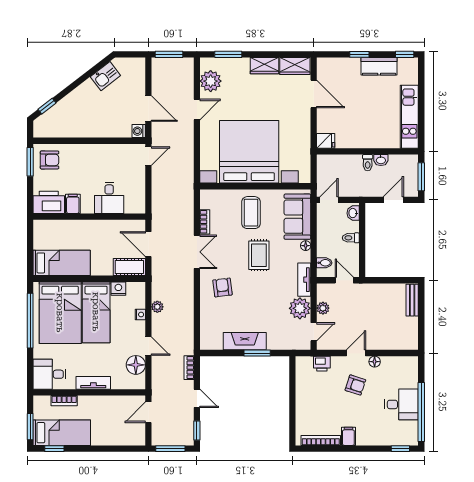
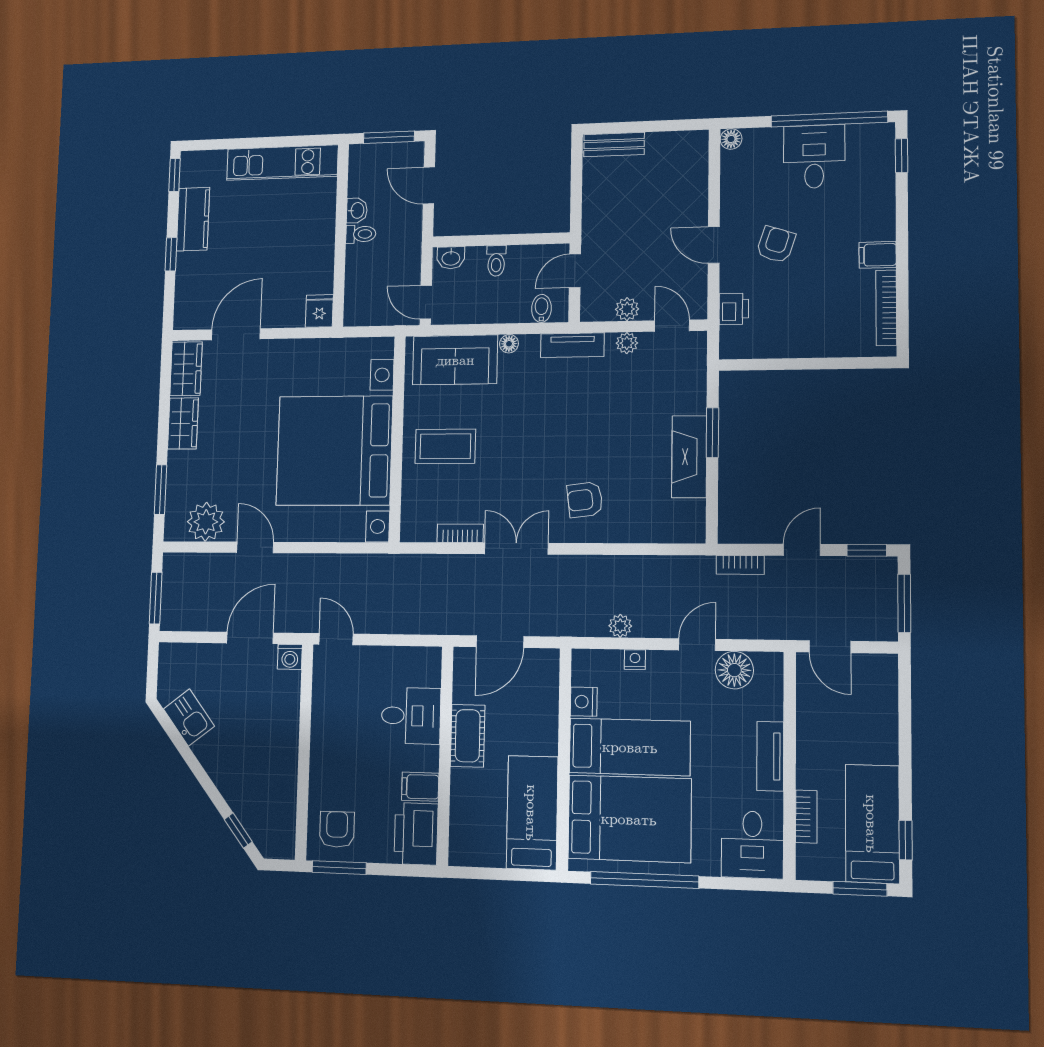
rug: (259, 255) -> (525, 431), removed
cot: (129, 267) -> (468, 736), moved
plant: (300, 308) -> (627, 343), width x0.53, depth x0.53
floor lamp: (375, 362) -> (731, 139), moved

